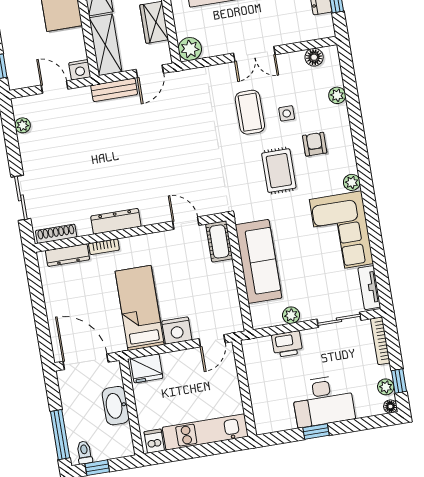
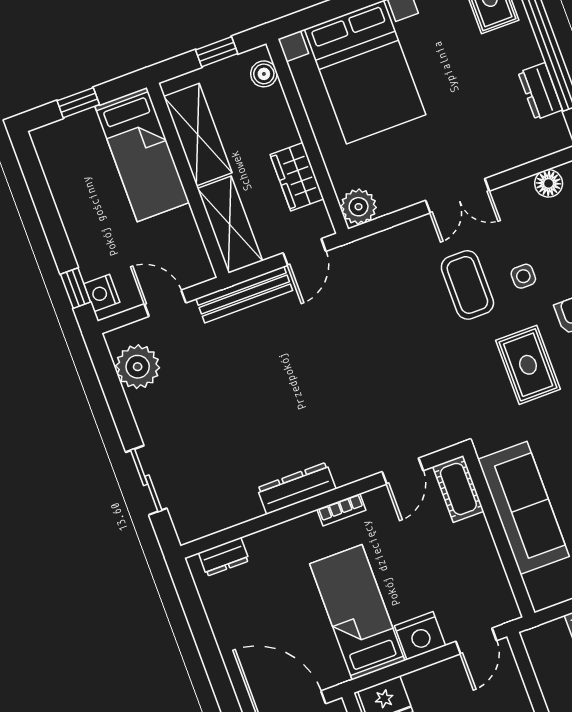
nightstand: (80, 70) -> (102, 293), moved, turned 90
bench: (114, 90) -> (244, 295), width x1.36
plant: (23, 125) -> (138, 367), width x1.88, depth x1.88
door: (186, 223) -> (403, 471), swing flipped
shoe rack: (56, 234) -> (210, 524), removed
bookcase: (104, 247) -> (341, 510), moved
dresser: (67, 255) -> (224, 557), width x0.70

